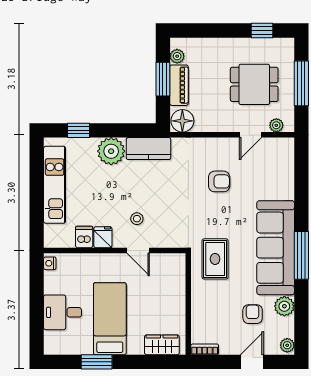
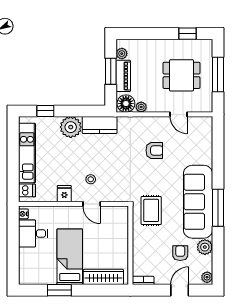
plant: (276, 125) -> (141, 107), moved
door: (250, 135) -> (179, 114), hinge flipped
dishwasher: (84, 237) -> (27, 190), moved, turned 90
desk: (63, 312) -> (33, 233), moved
wardrobe: (162, 345) -> (103, 277), width x1.50

